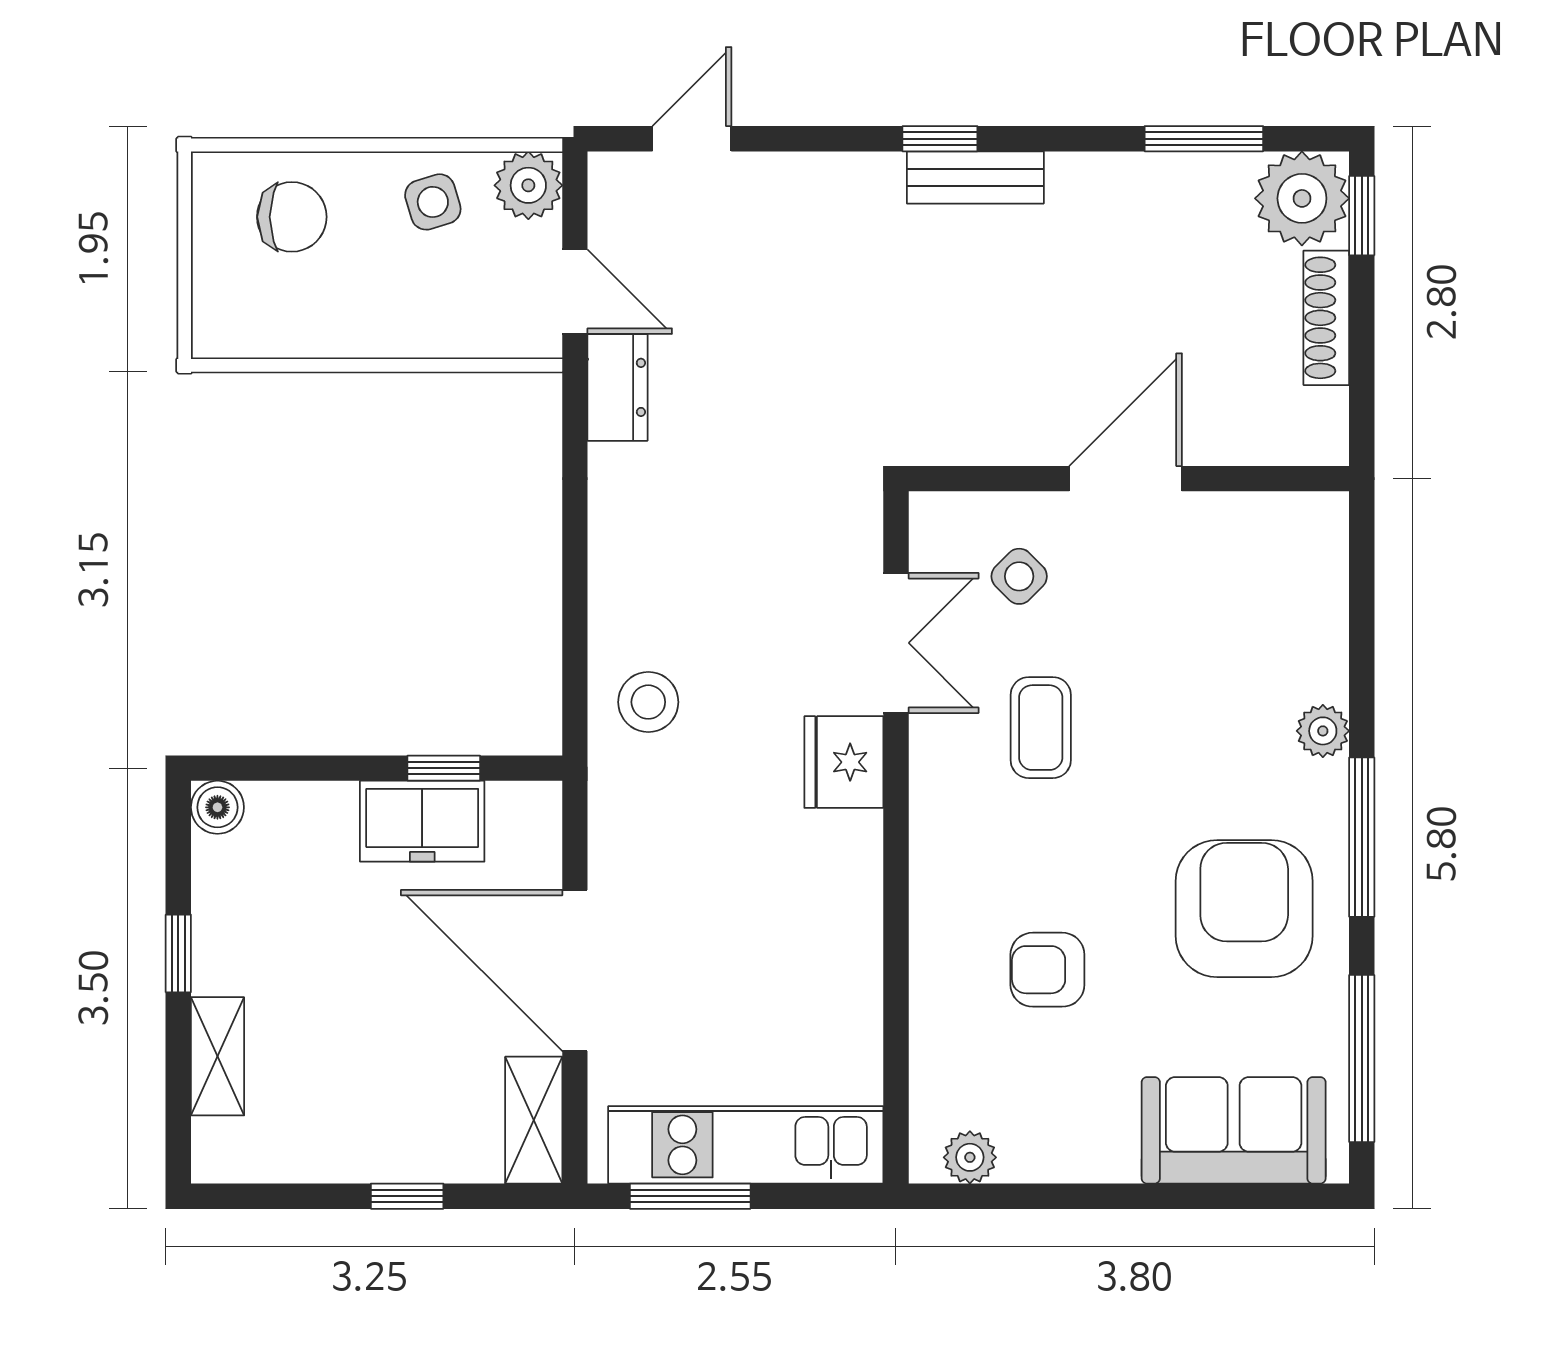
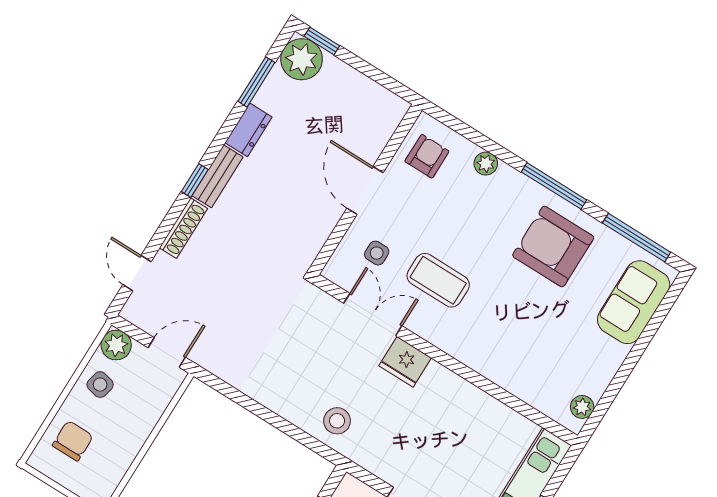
side table: (433, 202) -> (100, 385), turned 30
shoe rack: (1326, 318) -> (183, 228), moved, turned -90
dresser: (618, 387) -> (249, 130), moved, turned 90
side table: (1019, 576) -> (377, 253), turned 45
coffee table: (1041, 728) -> (438, 280), width x1.36, depth x1.30
plant: (1323, 731) -> (486, 164), moved
armchair: (1047, 970) -> (427, 156), moved, turned 180

